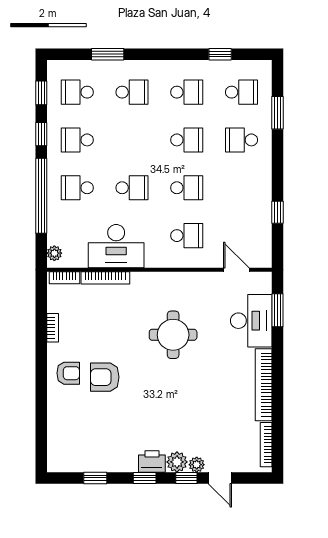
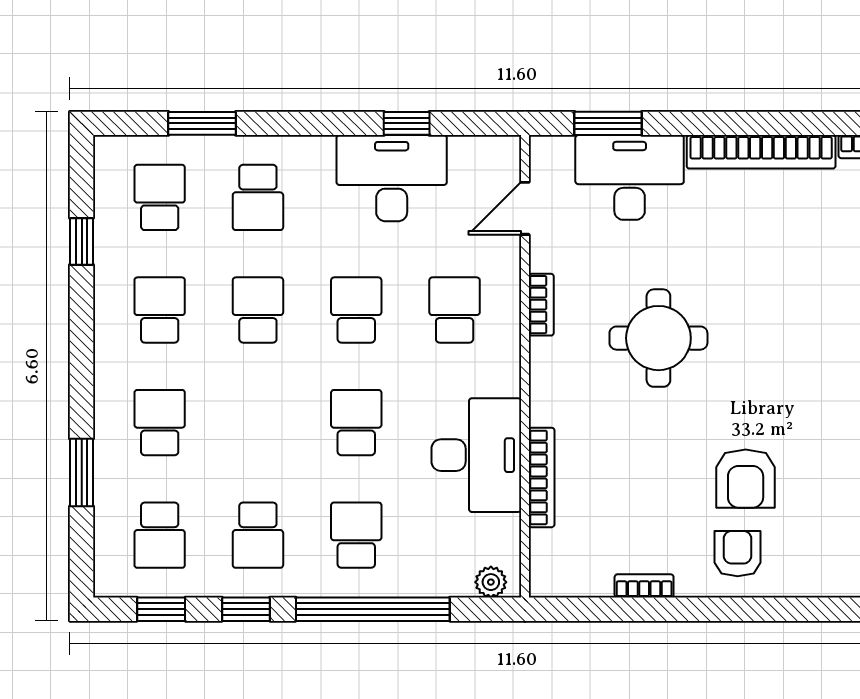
school desk: (77, 188) -> (356, 535), turned 180
desk: (251, 205) -> (392, 178), added
bookcase: (64, 278) -> (541, 305), moved

